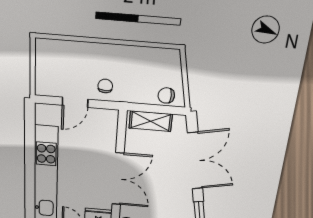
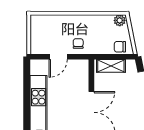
plant: (170, 57) -> (120, 20), added

